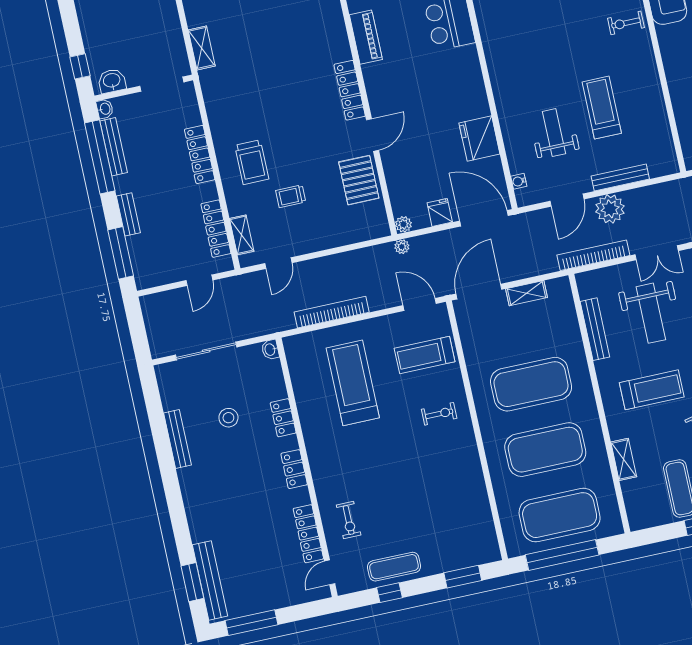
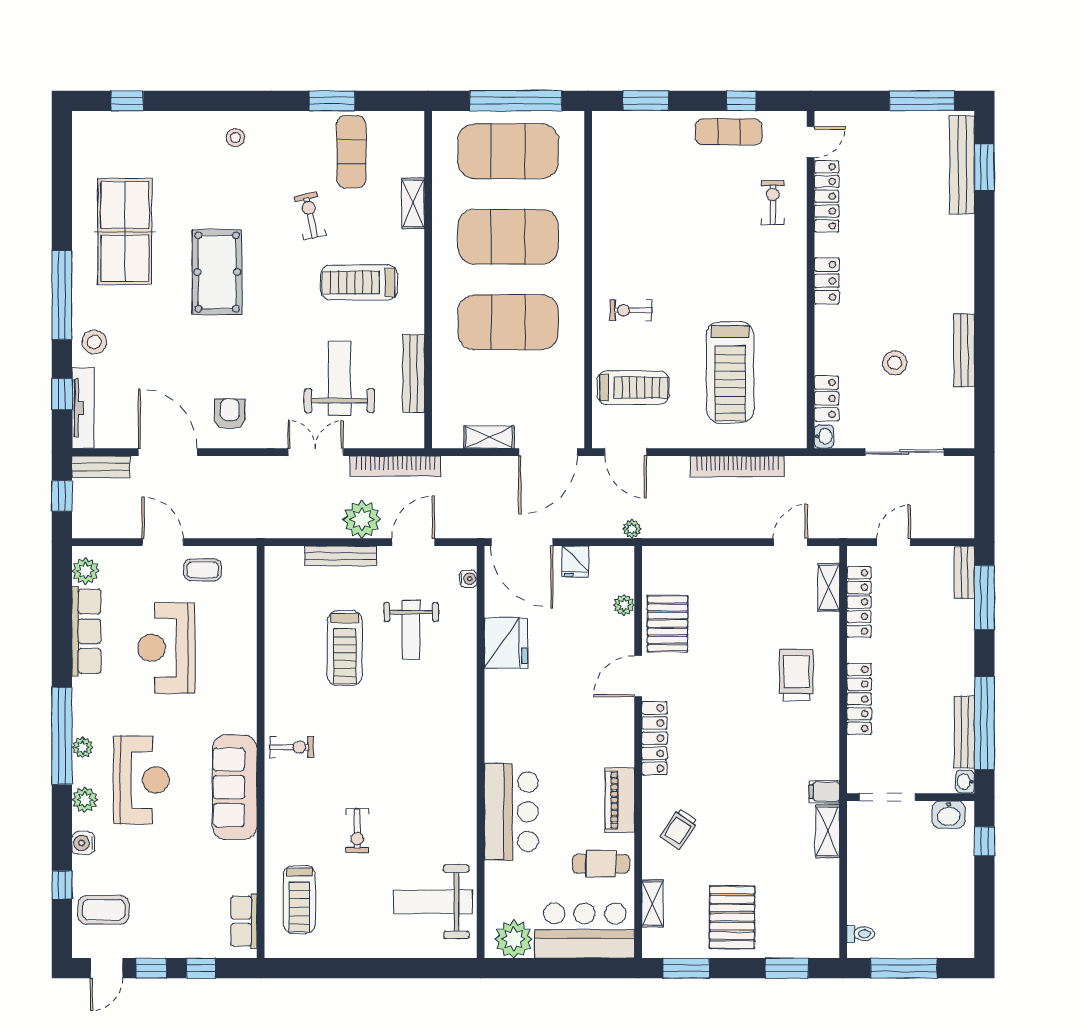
filing cabinet: (211, 78) -> (824, 792), added
trolley: (291, 196) -> (679, 829), moved, turned 123
bench: (128, 214) -> (964, 572), moved
plant: (403, 224) -> (624, 605), moved
locker: (283, 418) -> (826, 399), moved

